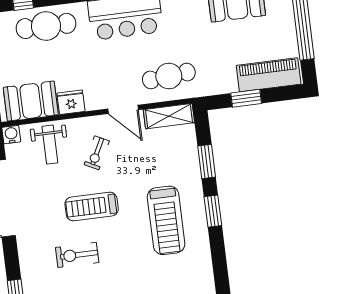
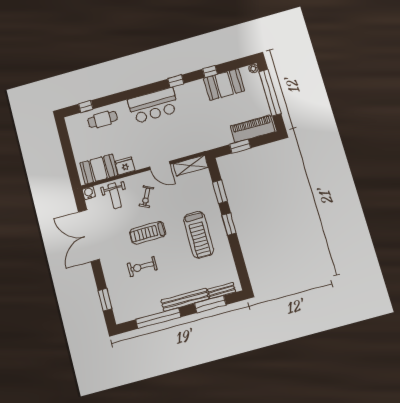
cafe table: (46, 26) -> (103, 119), width x0.73, depth x0.74
cafe table: (169, 76) -> (187, 139), removed

